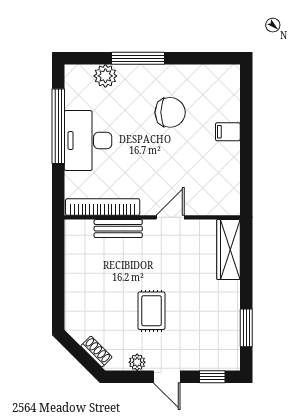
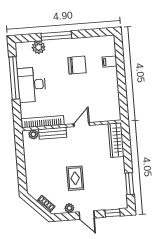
filing cabinet: (228, 132) -> (110, 62), moved
plant: (84, 228) -> (33, 134), added

